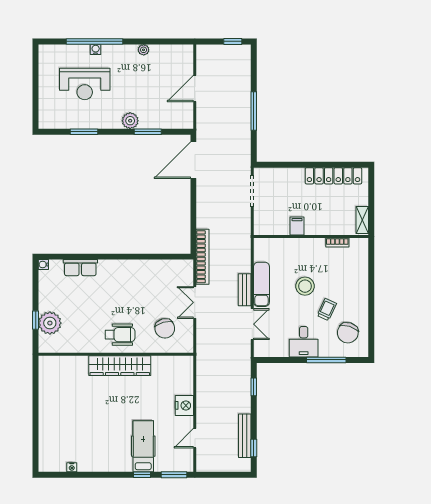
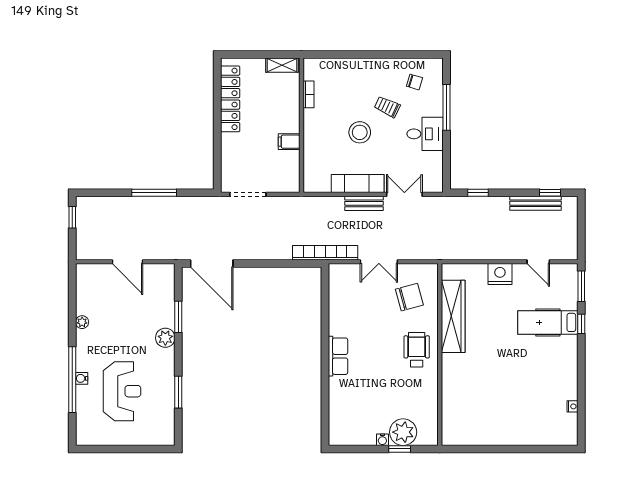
water cooler: (43, 265) -> (382, 440), moved
row of seats: (80, 268) -> (338, 356), moved
chair: (348, 333) -> (415, 82), width x0.54, depth x0.54
wardrobe: (120, 366) -> (453, 316), moved

